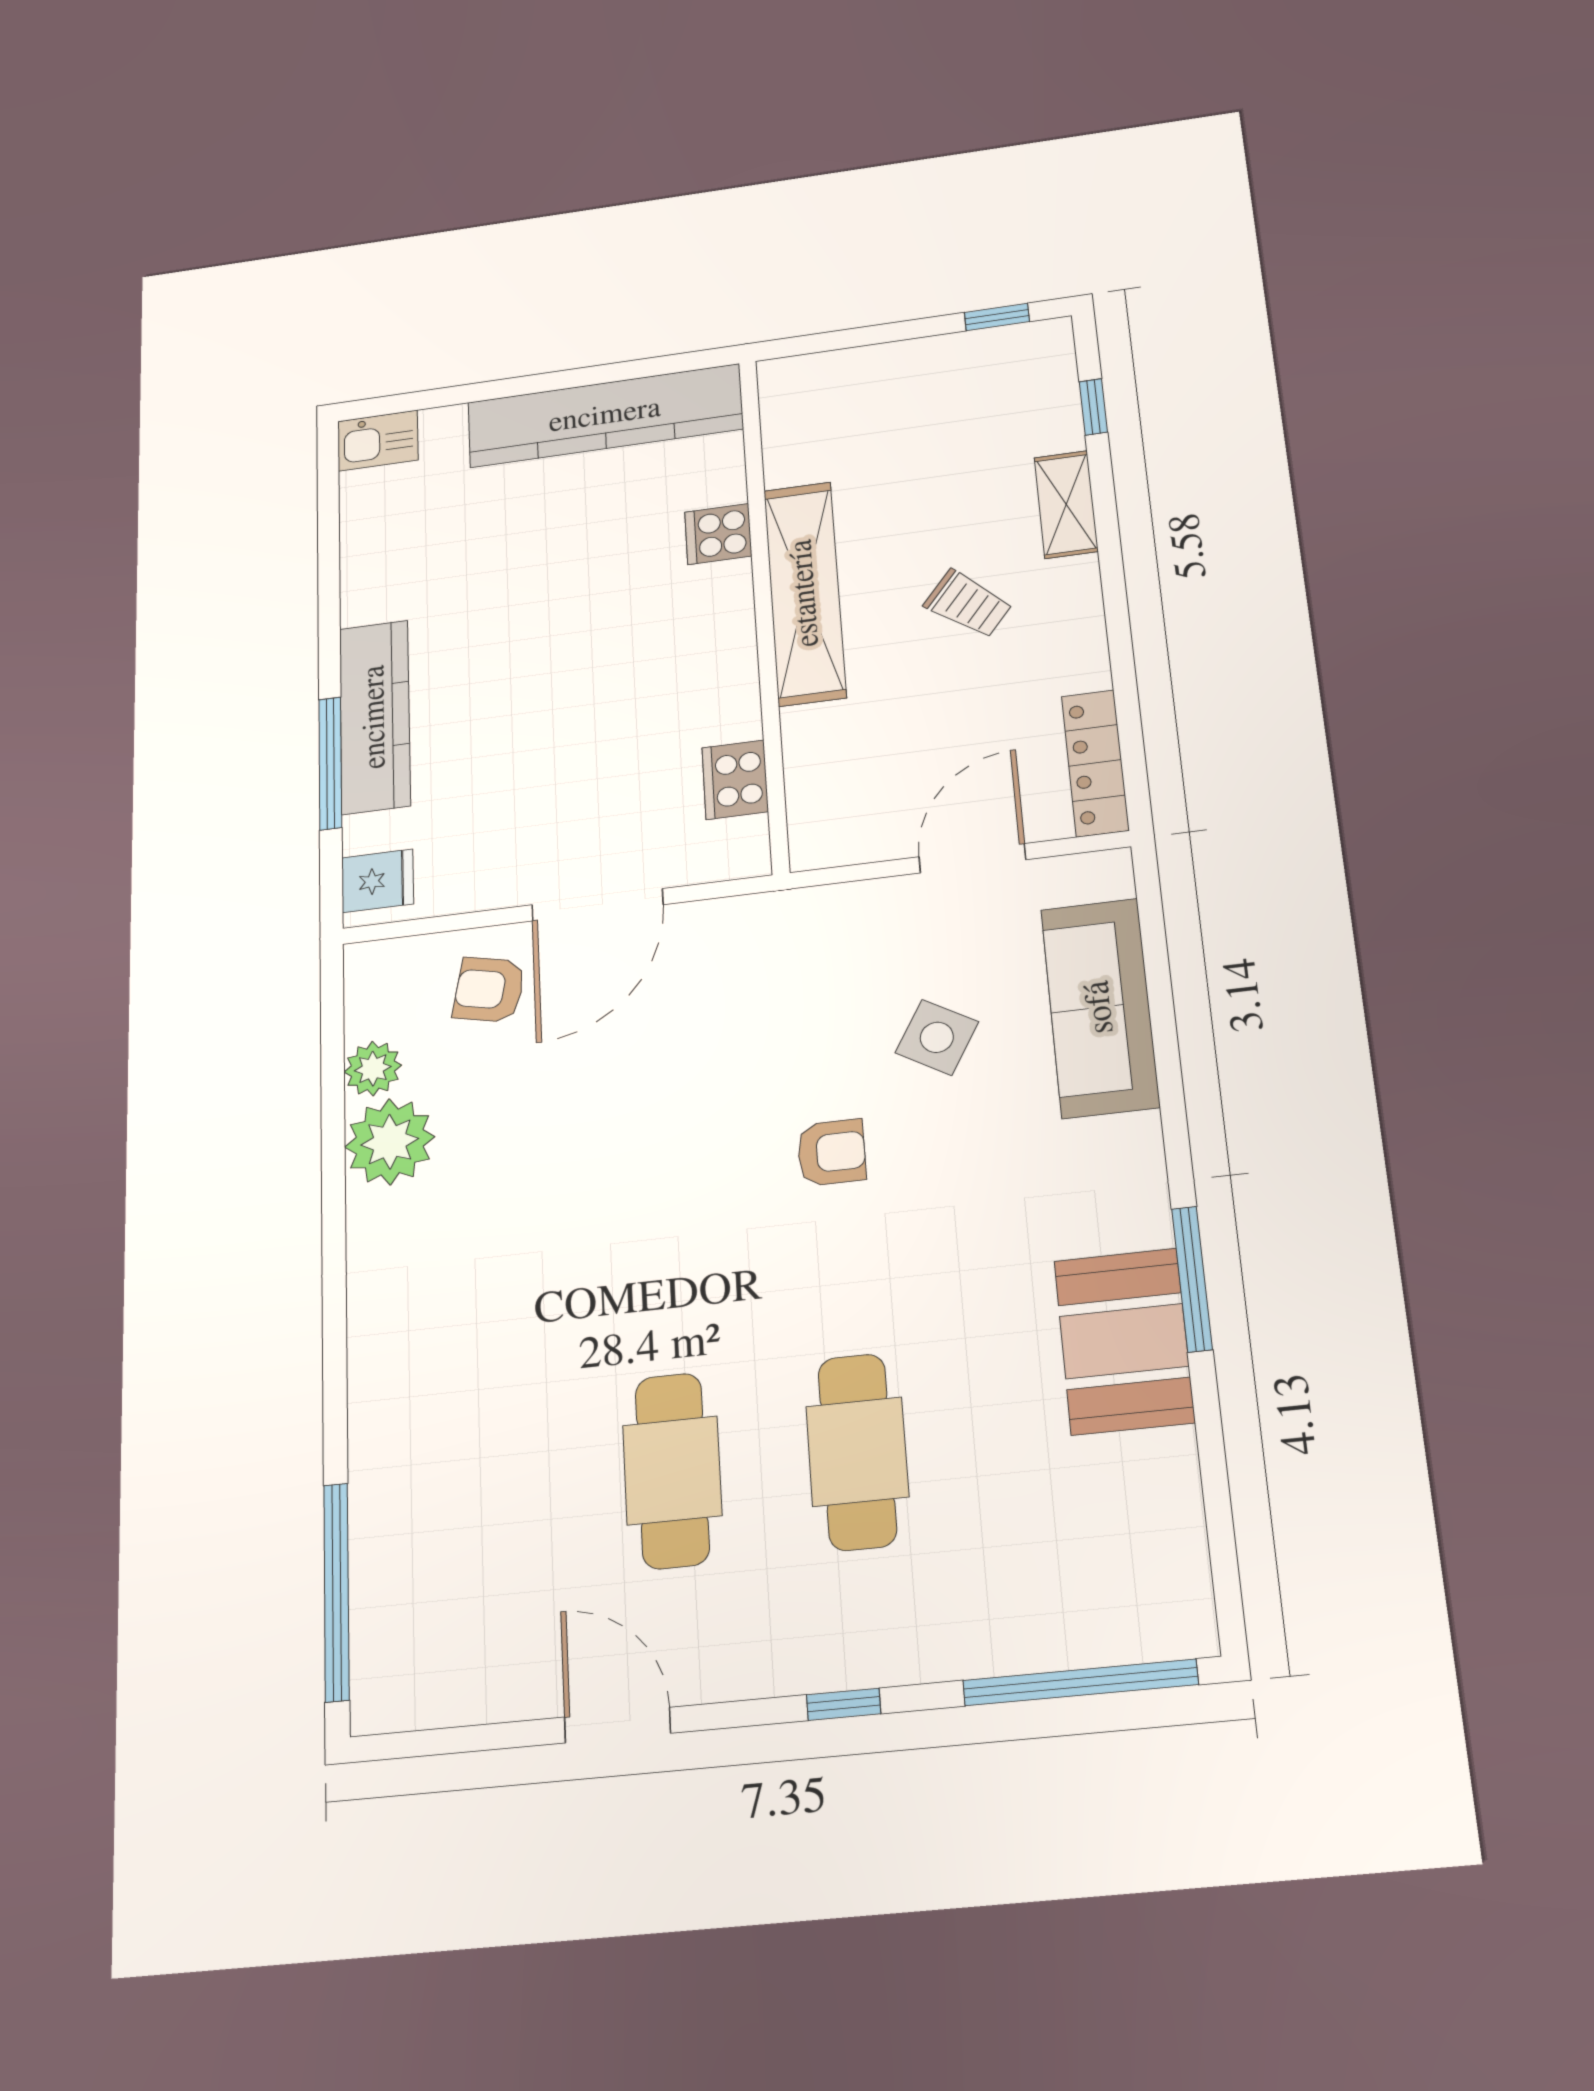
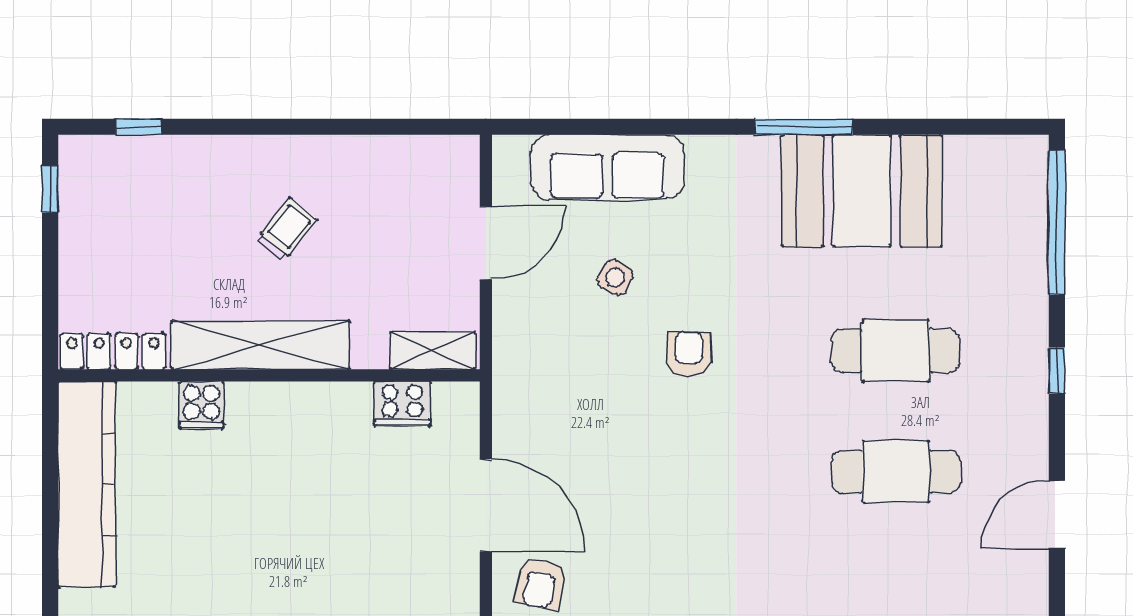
shelving: (1066, 504) -> (433, 351), moved
locker: (1095, 763) -> (113, 351), moved, turned 180
door: (972, 858) -> (486, 243), swing flipped
side table: (937, 1037) -> (615, 278), width x0.73, depth x0.73
booth: (1124, 1341) -> (862, 191), width x1.36, depth x1.42

